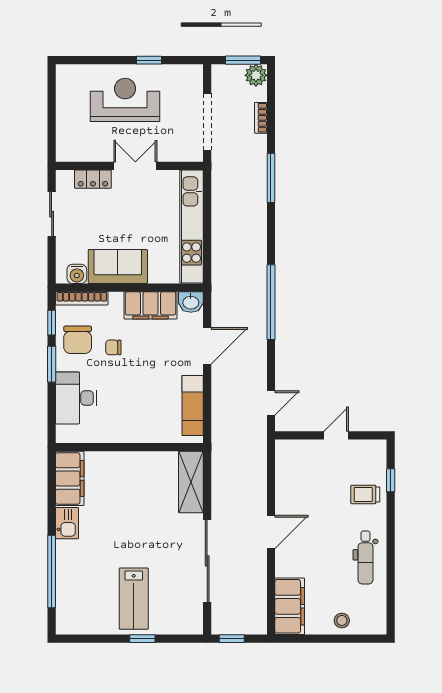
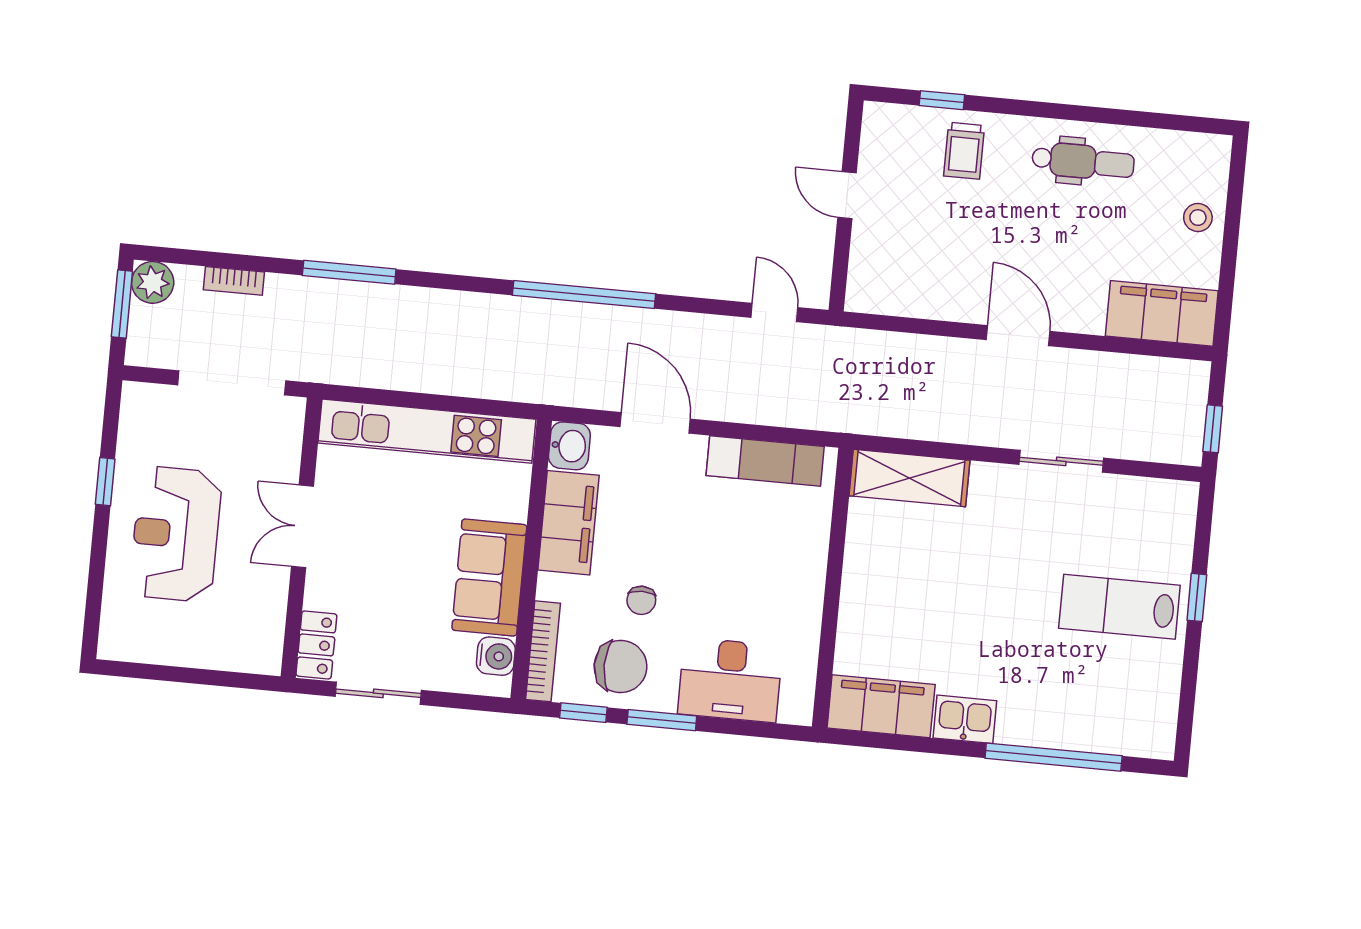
locker: (93, 179) -> (316, 645), moved
sliding door: (207, 561) -> (1061, 461), width x0.54
lab bench: (134, 599) -> (1119, 607), turned 180

